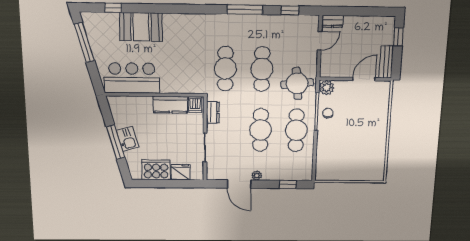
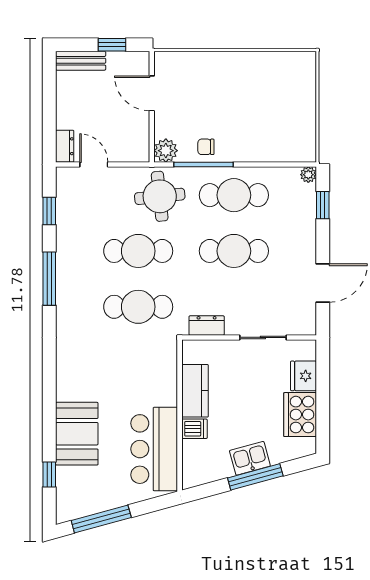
window: (398, 37) -> (112, 45), moved
bench: (386, 62) -> (81, 61), moved
dishwasher: (195, 105) -> (194, 429), moved
plant: (257, 176) -> (308, 175), moved

